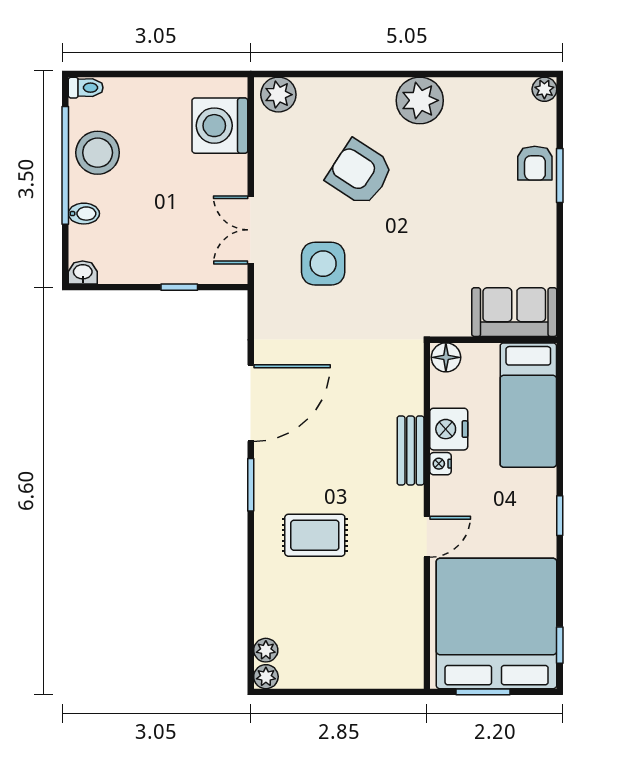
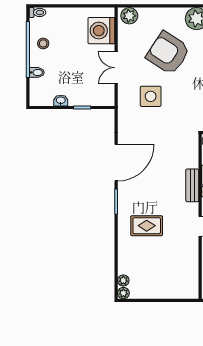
stool: (98, 153) -> (43, 43), width x0.53, depth x0.53
armchair: (360, 173) -> (168, 53), width x1.36, depth x1.36
double door: (251, 230) -> (116, 68), moved
washbasin: (83, 272) -> (61, 101), moved

